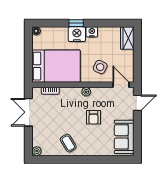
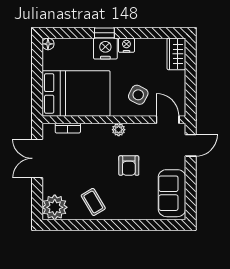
plant: (37, 151) -> (55, 207), width x1.88, depth x1.88

